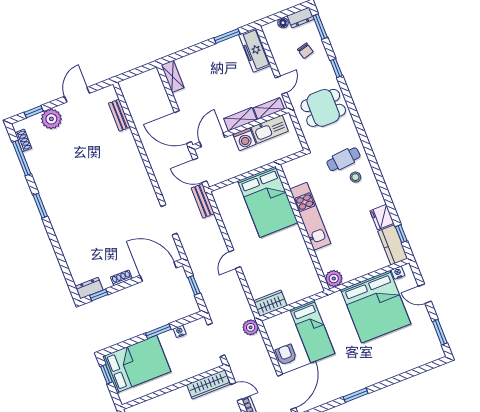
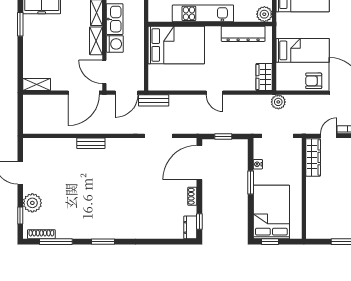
bench: (119, 115) -> (91, 143), moved
shoe rack: (23, 140) -> (41, 234), width x1.43
dresser: (306, 265) -> (243, 34), added

